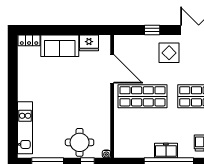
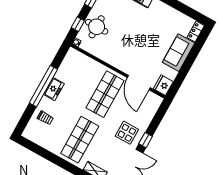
window: (152, 30) -> (146, 140), moved
fridge: (89, 43) -> (163, 85), moved
door: (112, 69) -> (139, 83), hinge flipped

